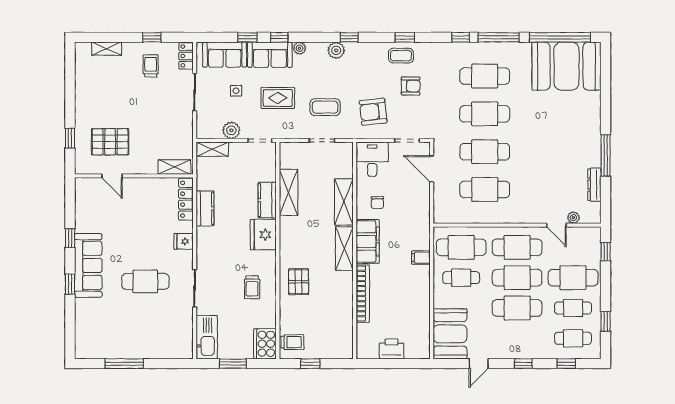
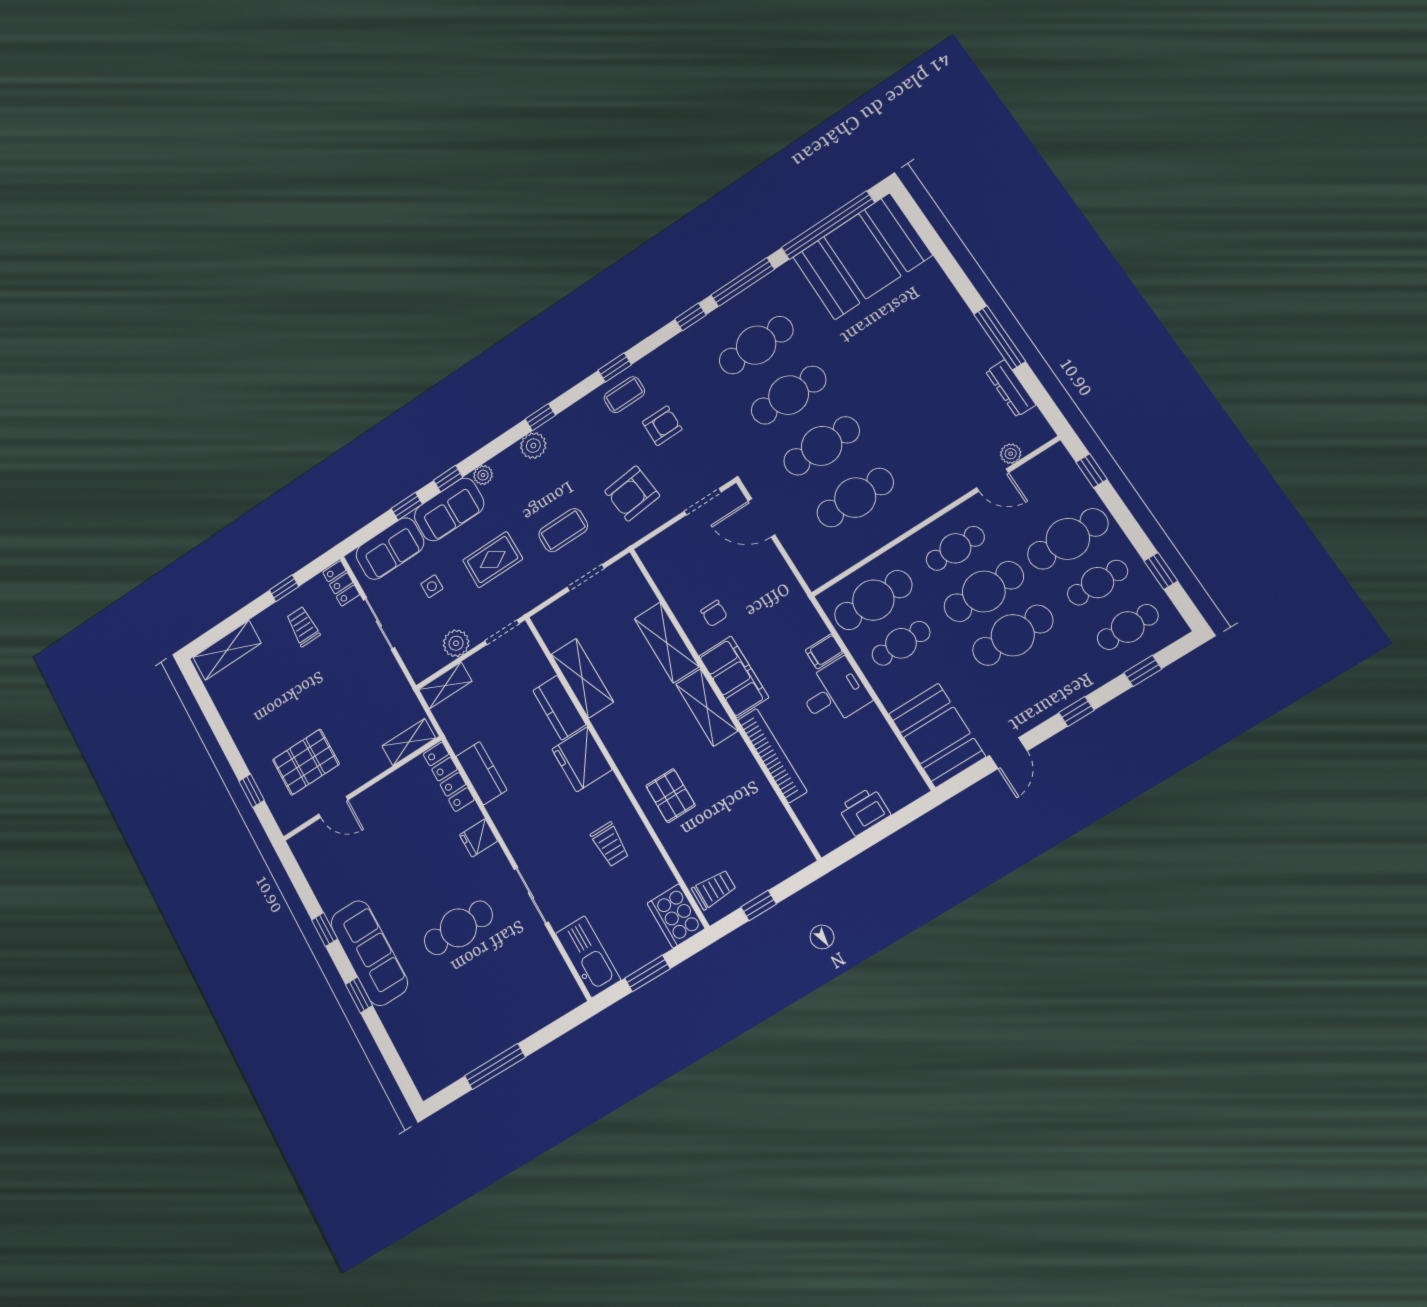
shelving: (106, 49) -> (227, 650), width x1.50, depth x1.33
desk: (372, 159) -> (834, 693), moved, turned 90
cafe table: (517, 247) -> (955, 548), width x0.73, depth x0.74

